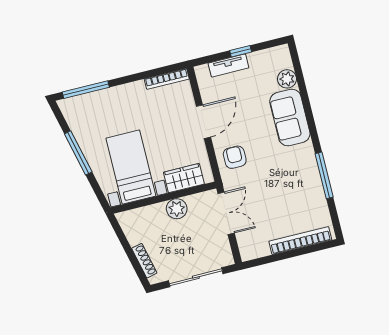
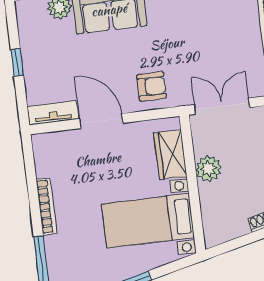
tv unit: (228, 66) -> (53, 113), moved, turned -90
bookcase: (167, 79) -> (47, 207), moved
armchair: (235, 157) -> (152, 86), turned 180

